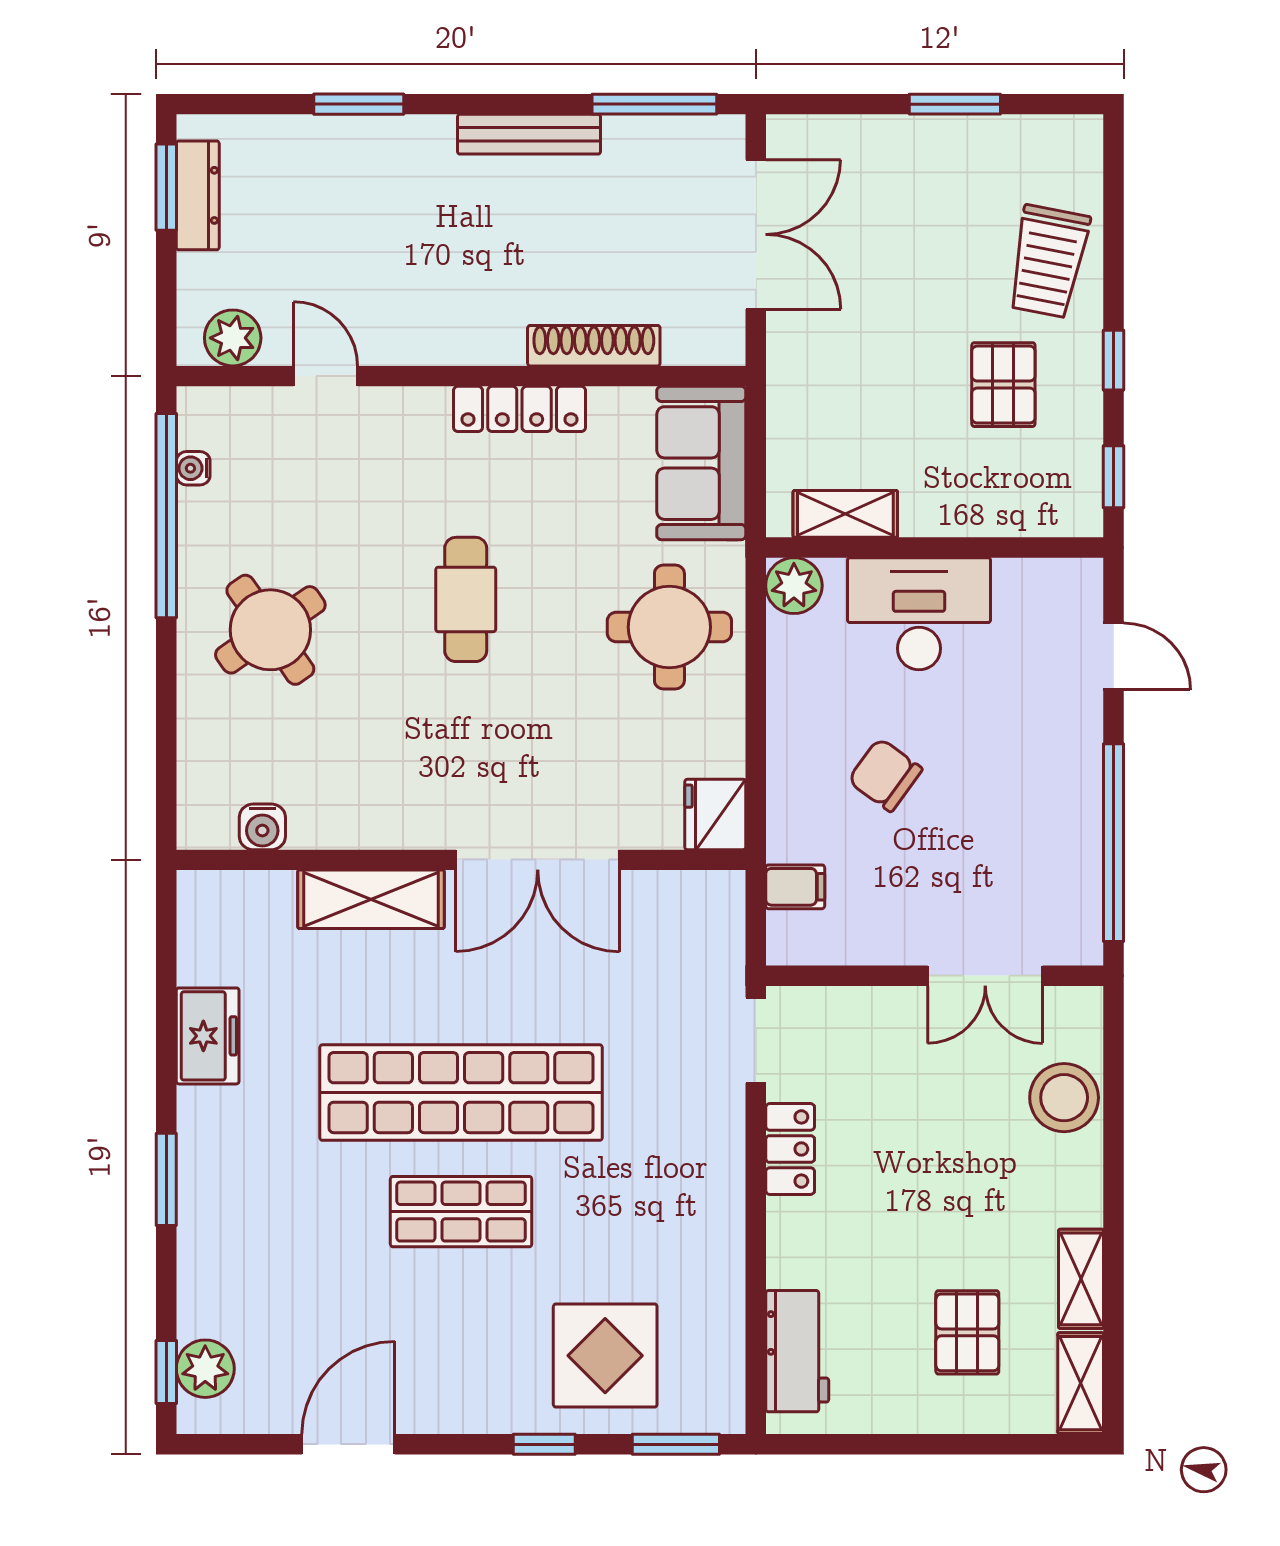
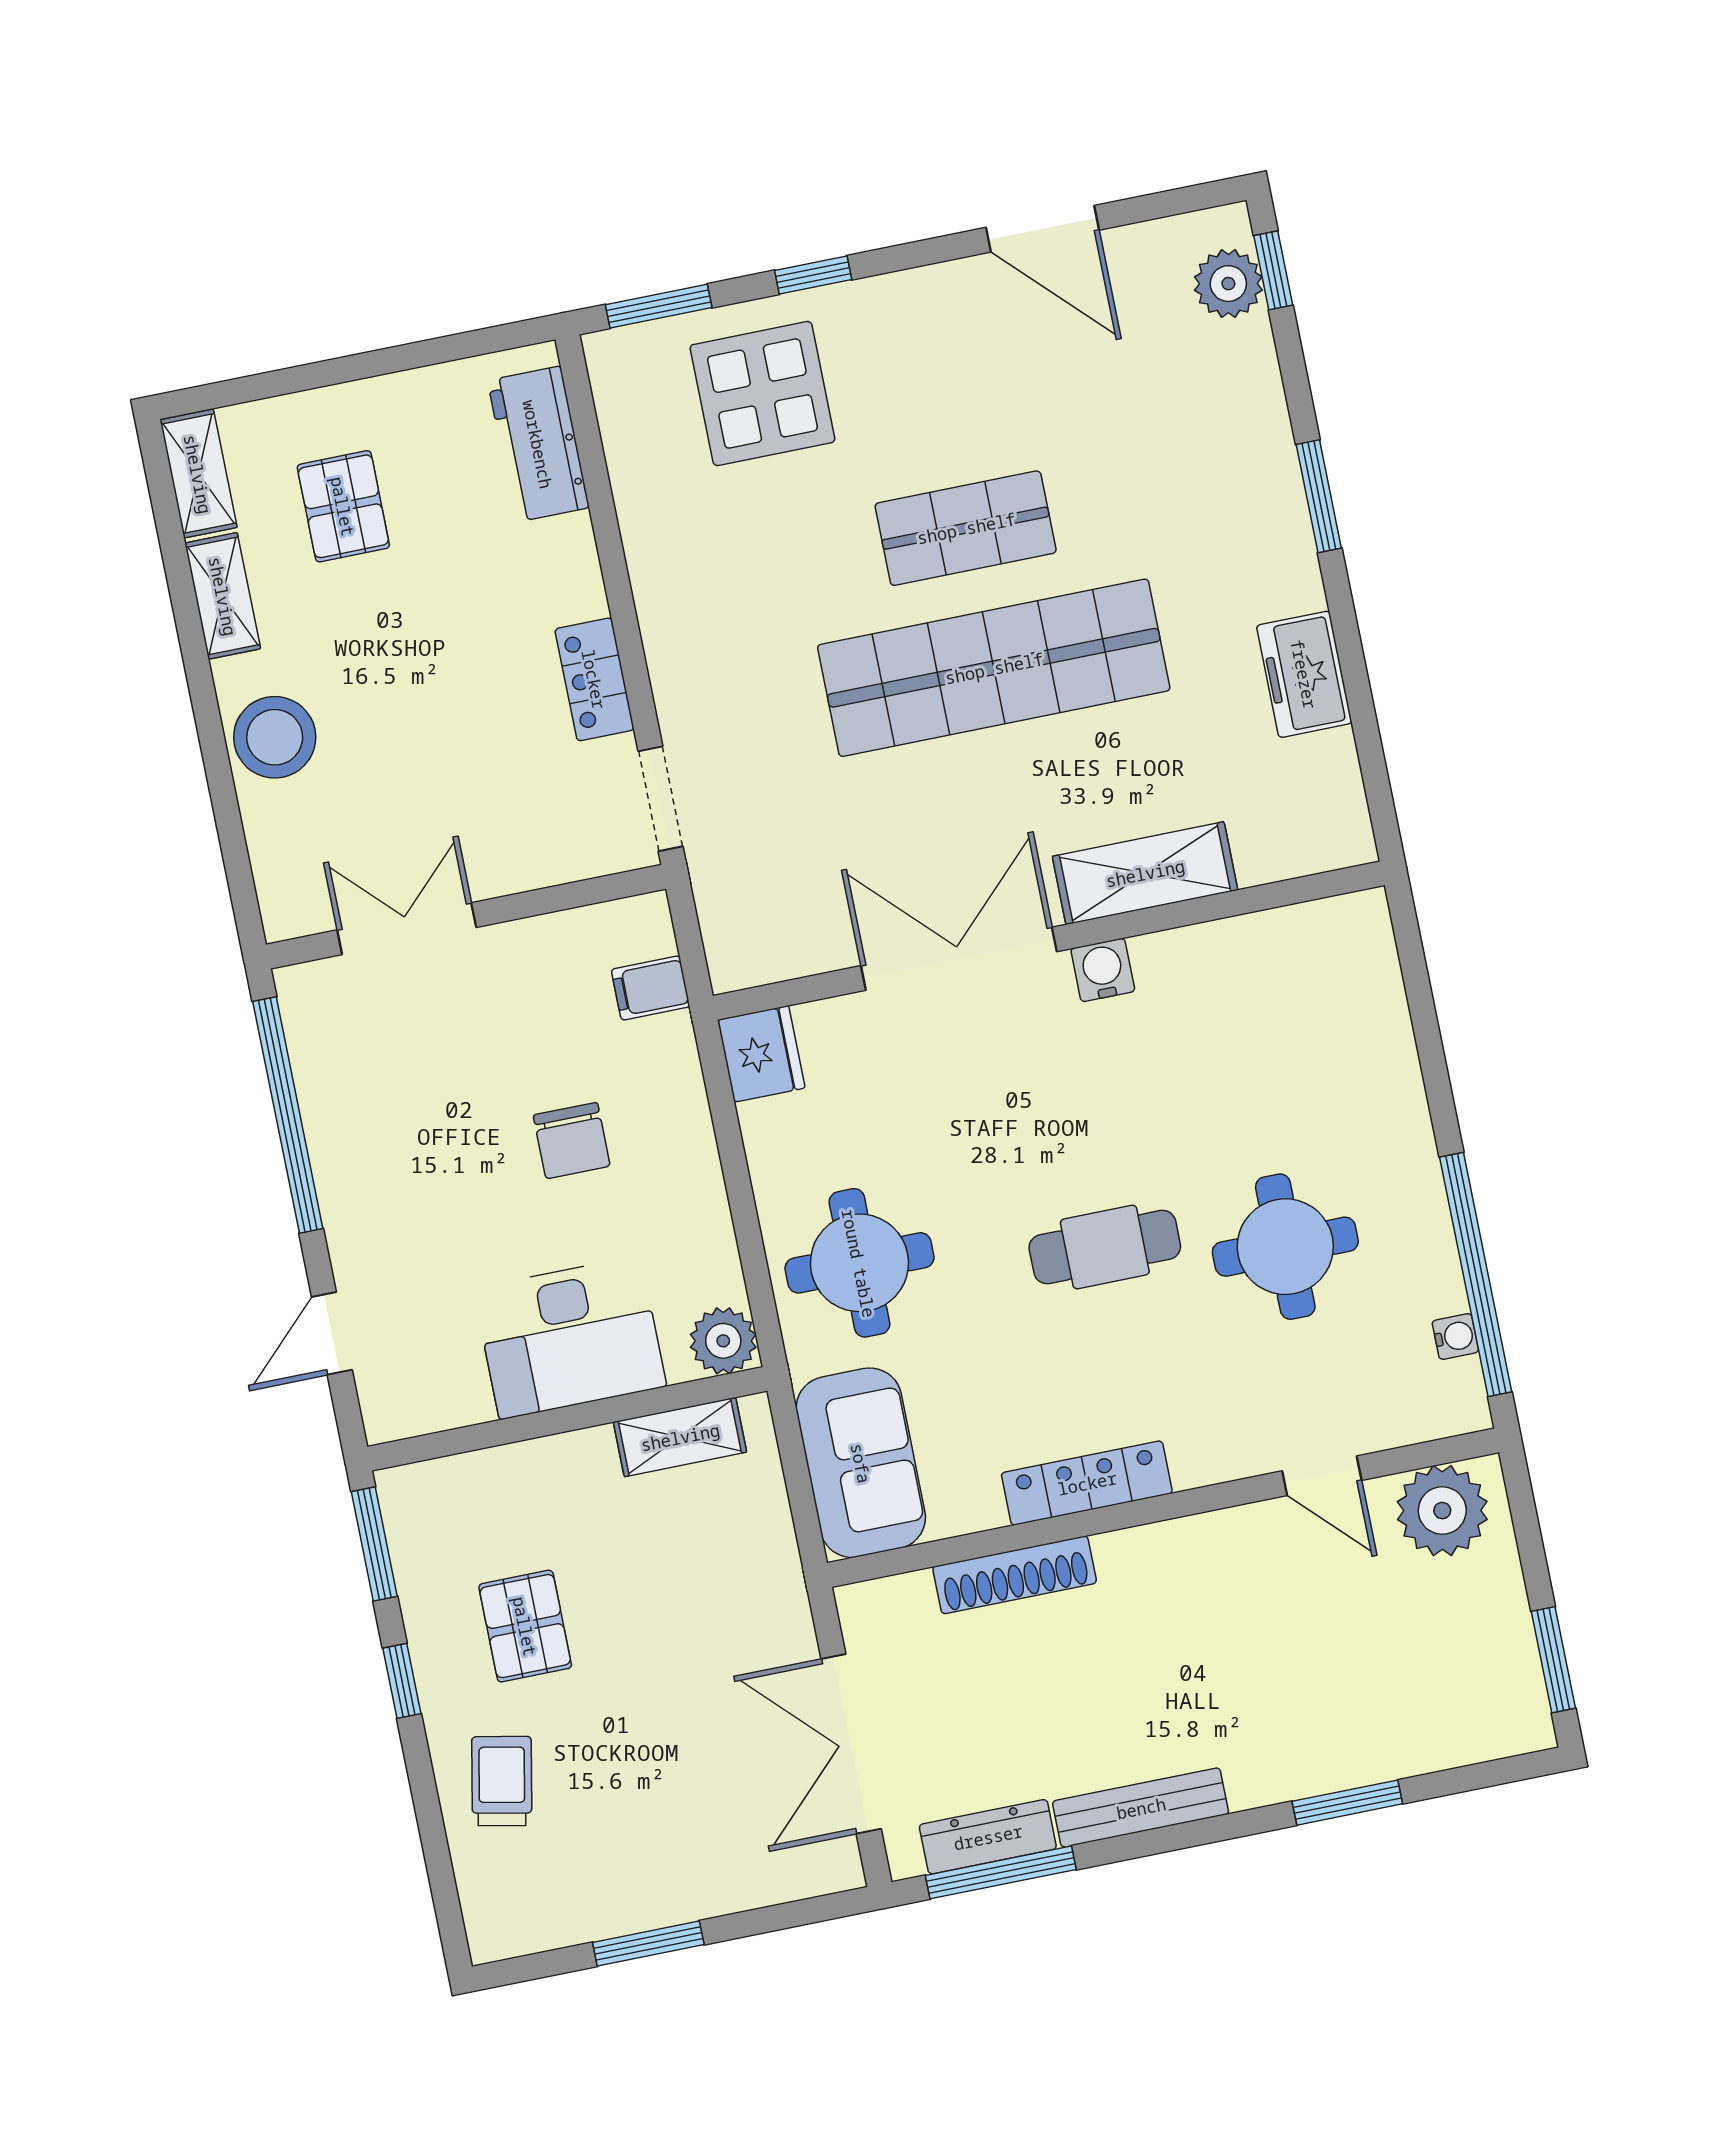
dresser: (198, 195) -> (988, 1837), moved, turned 90
trolley: (1048, 261) -> (502, 1781), width x0.73, depth x0.72
plant: (233, 338) -> (1442, 1511), width x1.36, depth x1.36
window: (1114, 477) -> (374, 1544), width x1.50
cafe table: (466, 599) -> (1105, 1247), turned 90
round table: (270, 630) -> (1285, 1247), moved, turned 35
door: (1114, 656) -> (332, 1333), hinge flipped
chair: (885, 775) -> (572, 1141), turned 54
water cooler: (262, 827) -> (1103, 970), moved
stool: (1064, 1098) -> (275, 737), moved
door: (348, 1444) -> (1043, 229), hinge flipped

